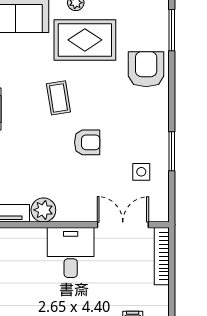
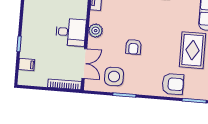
coffee table: (58, 98) -> (160, 32), removed
side table: (141, 172) -> (114, 77), width x1.87, depth x1.87
plant: (43, 210) -> (96, 31), moved

